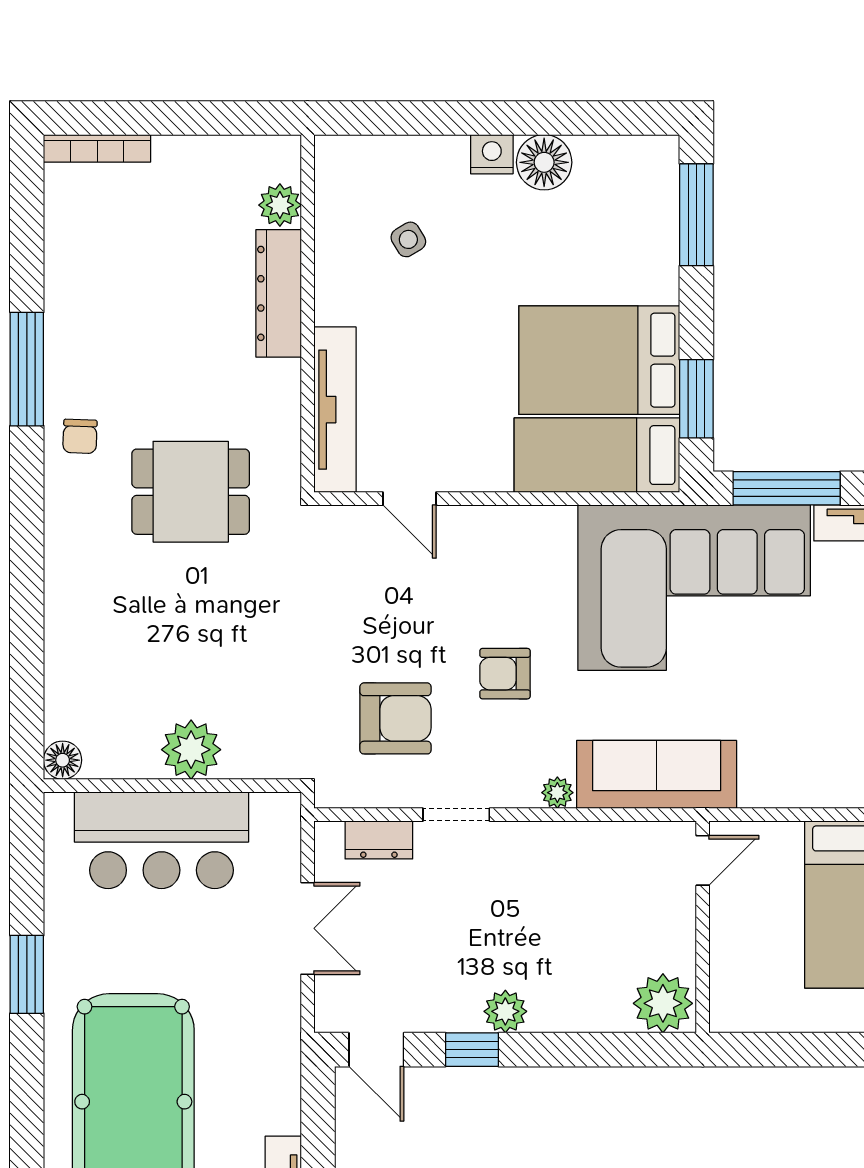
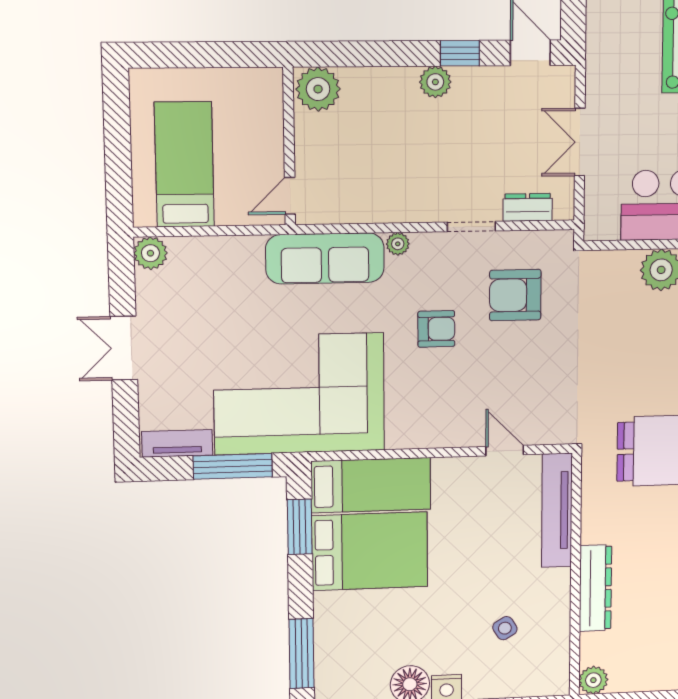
plant: (280, 205) -> (593, 680), moved

